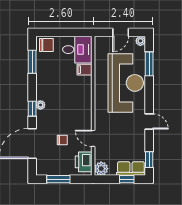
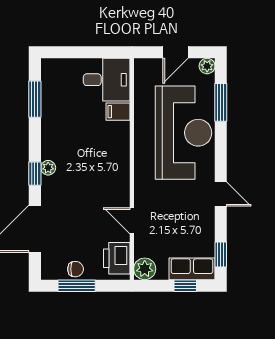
chair: (46, 45) -> (58, 72), removed
chair: (62, 140) -> (76, 269), moved

